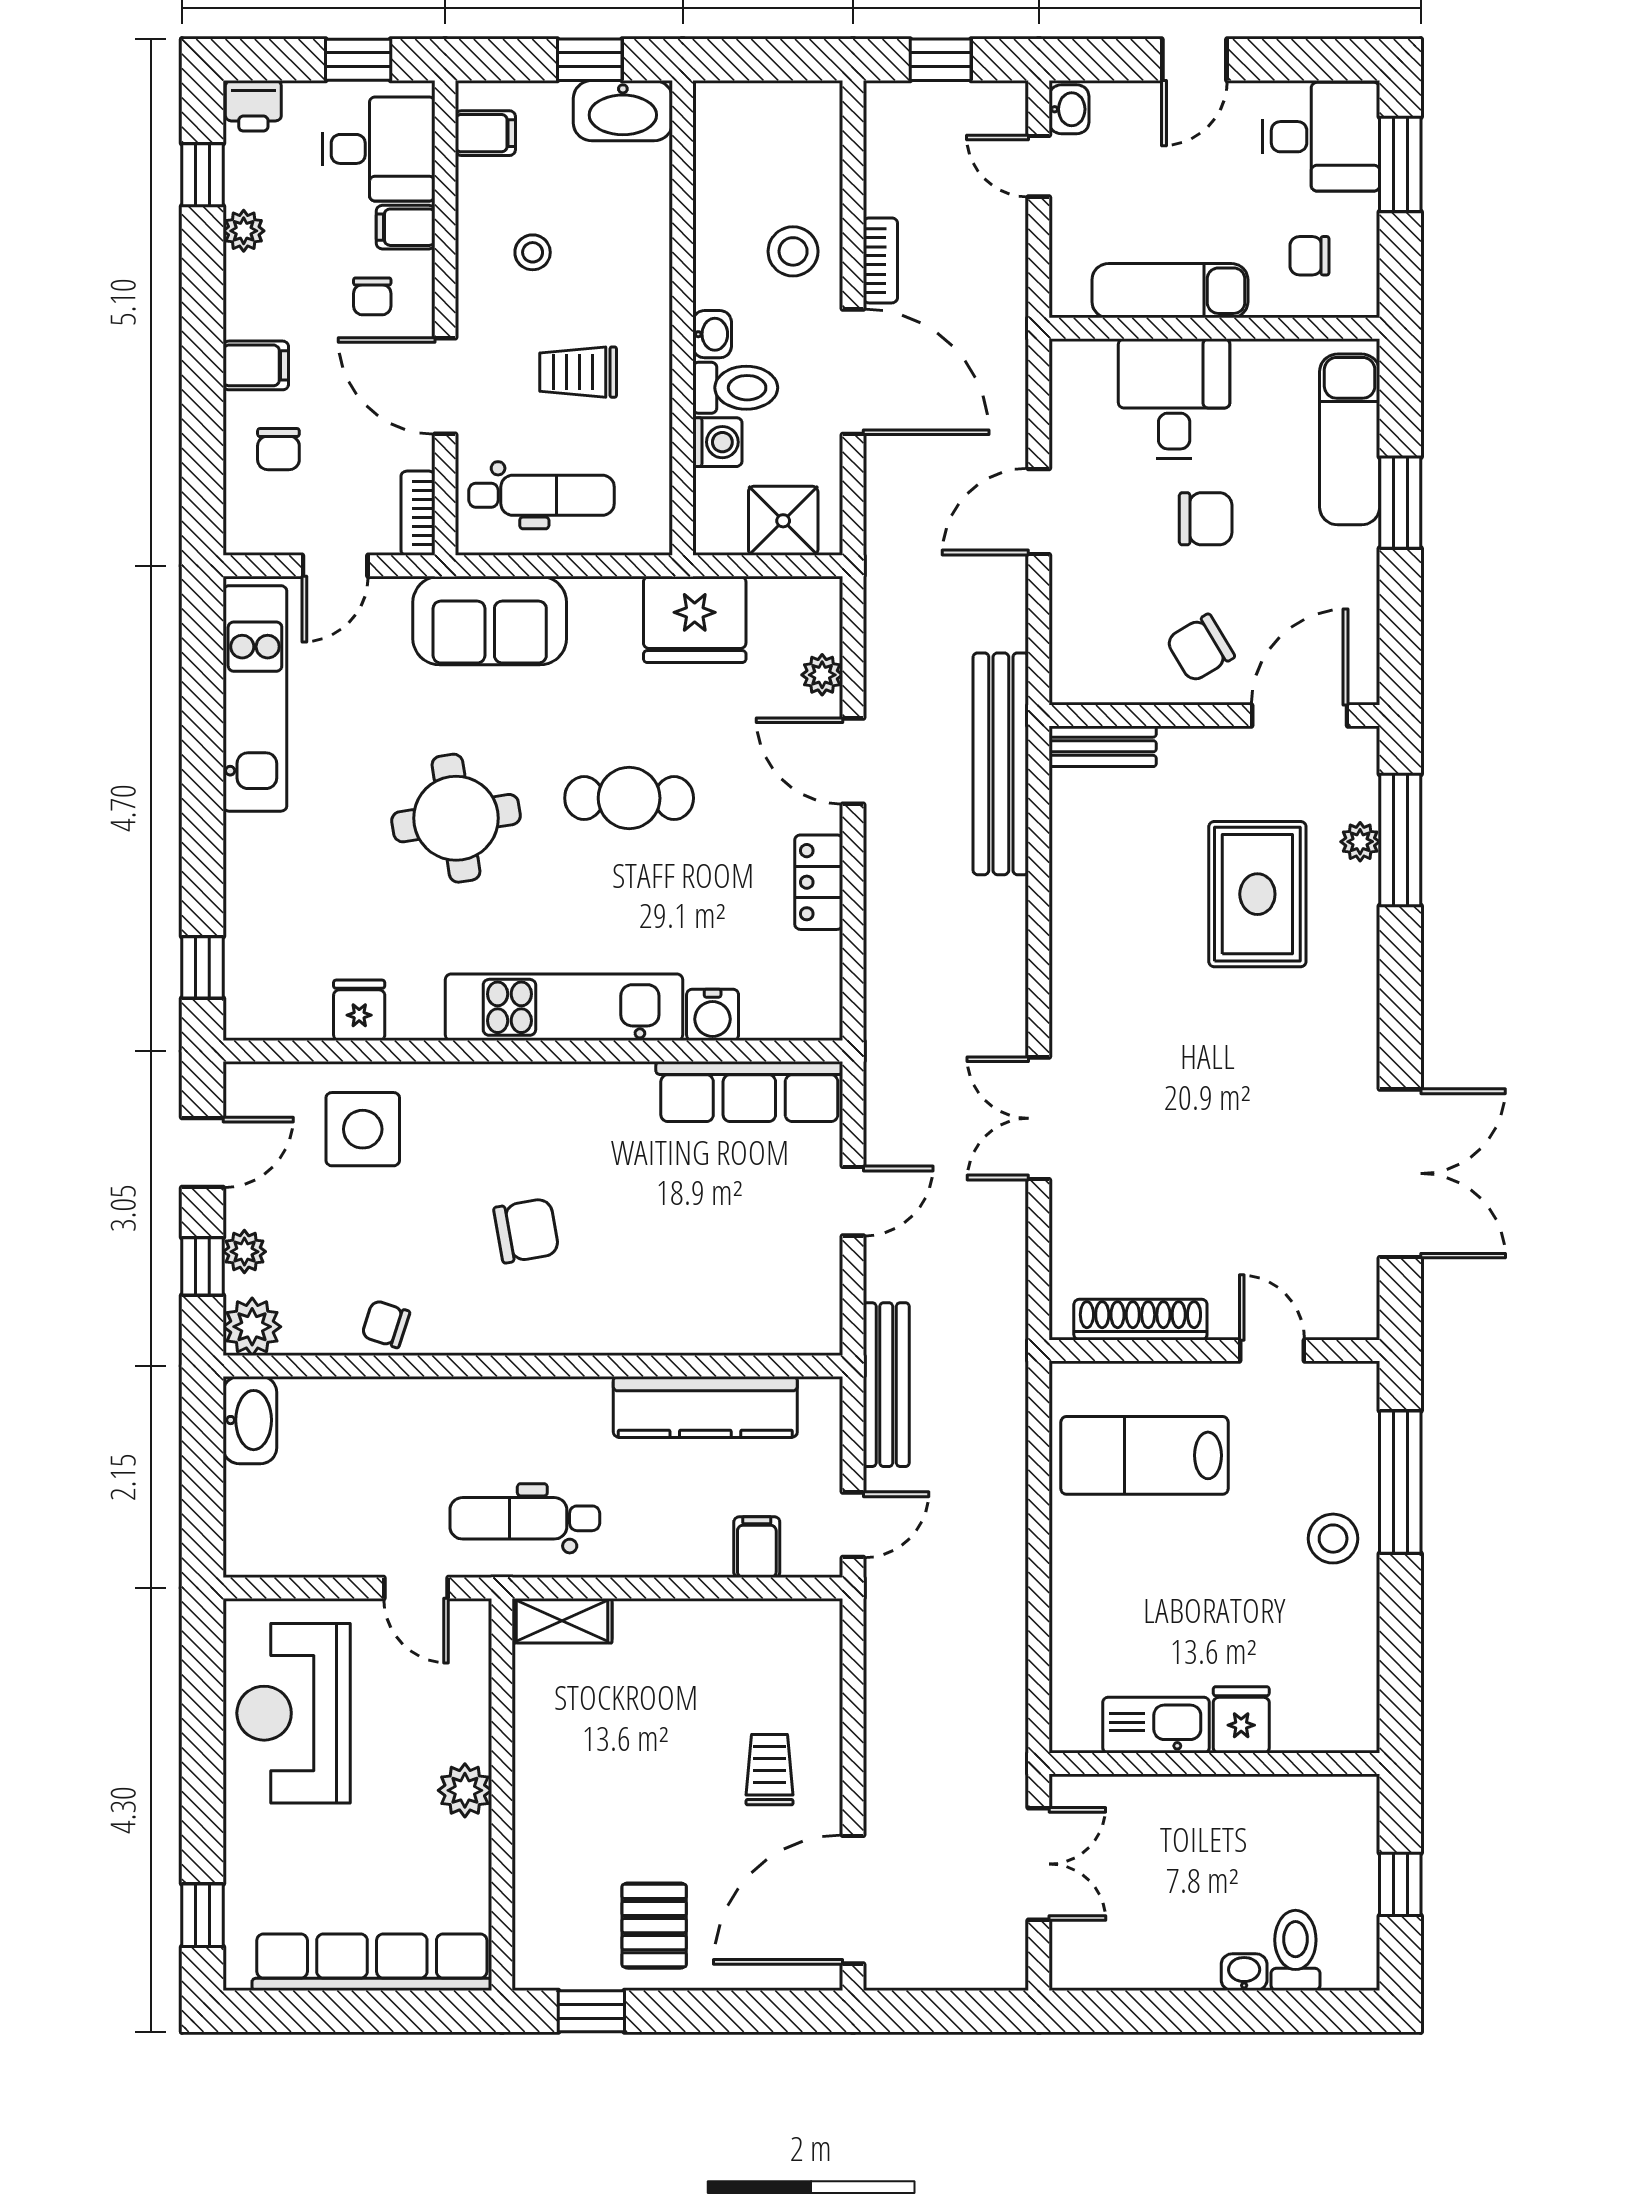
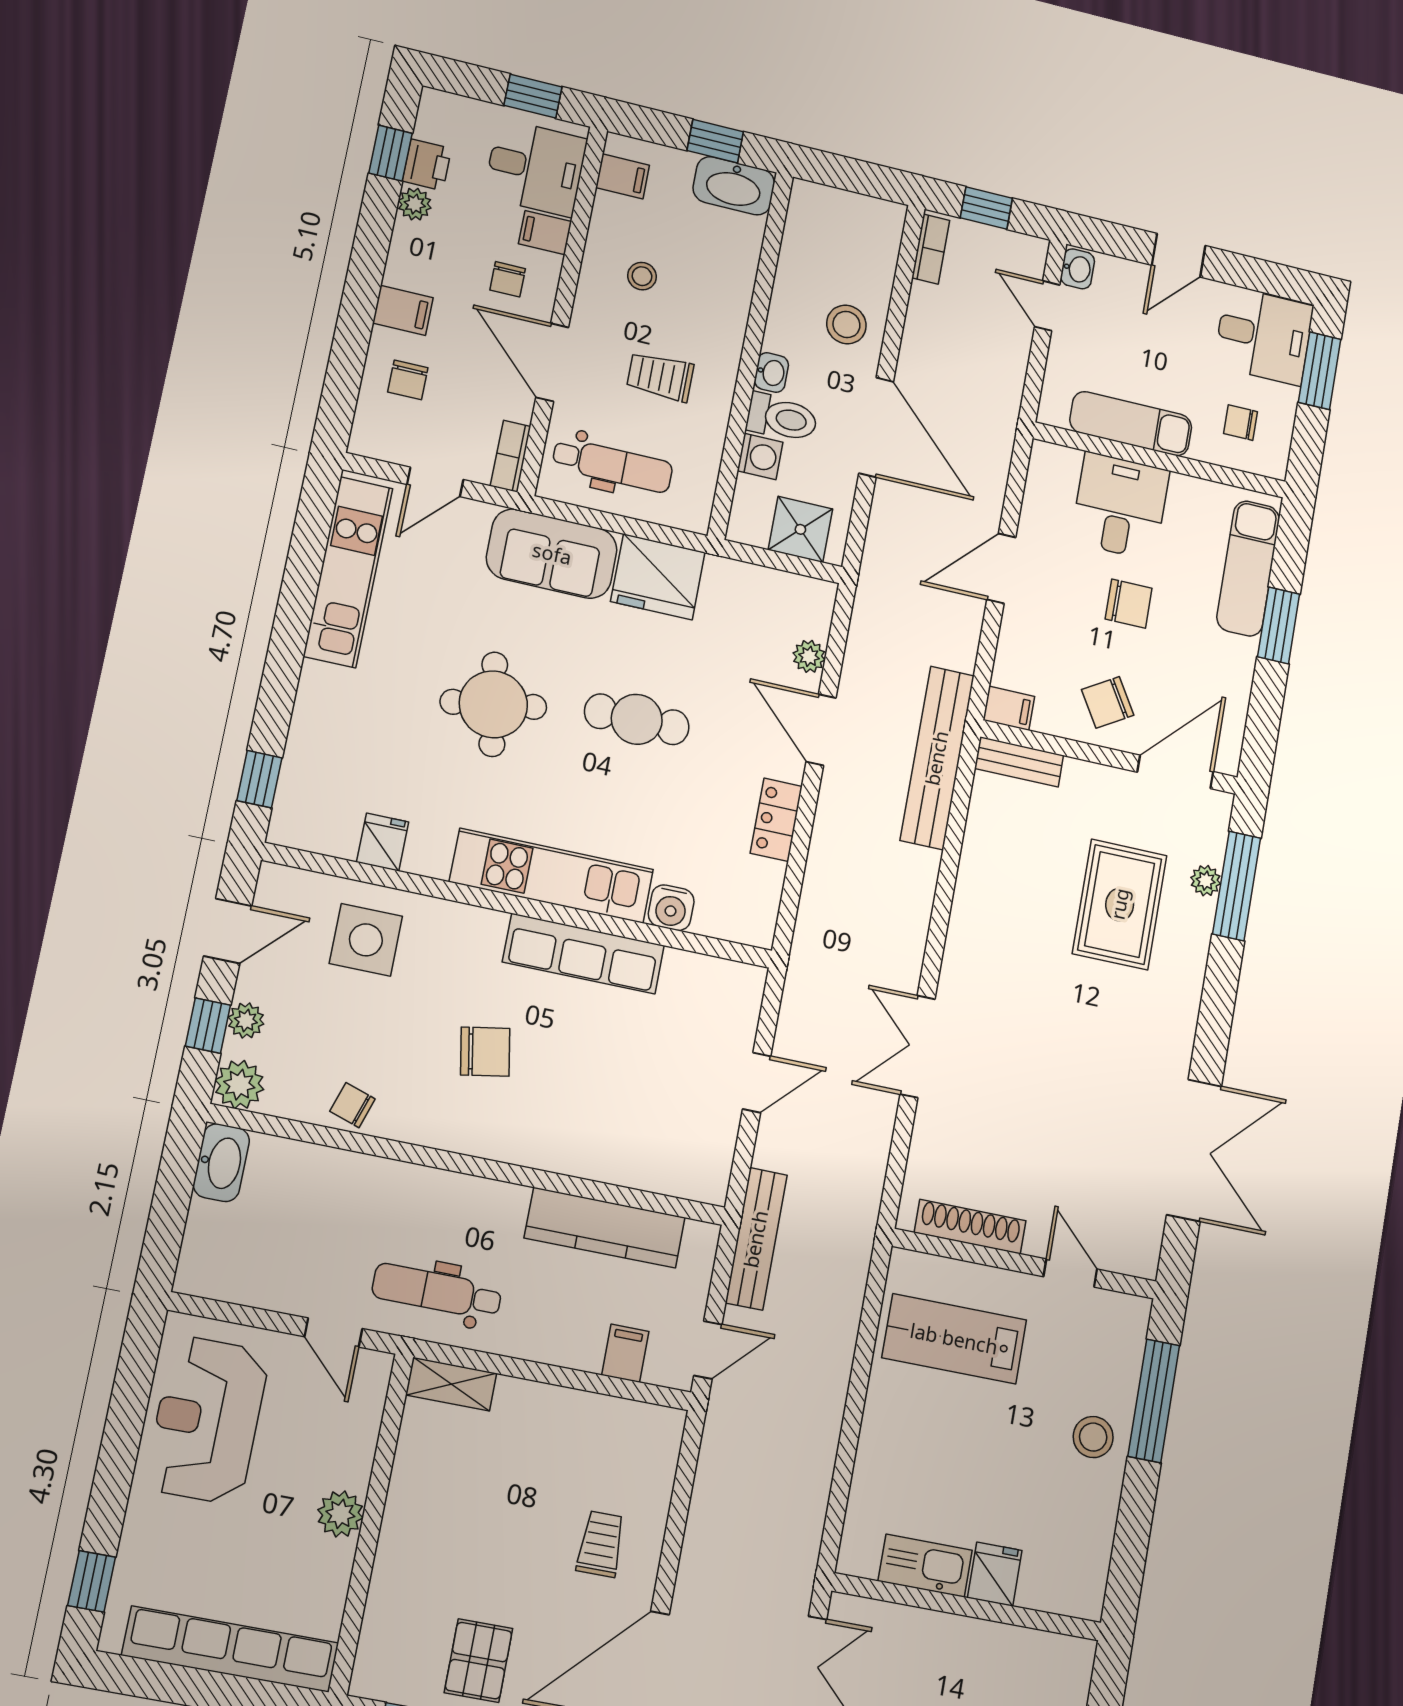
printer: (253, 106) -> (427, 165), moved, turned -90
bookcase: (880, 260) -> (931, 249), moved
fridge: (695, 619) -> (658, 577), moved
filing cabinet: (1079, 683) -> (1009, 708), added
row of seats: (749, 1092) -> (583, 954), moved

